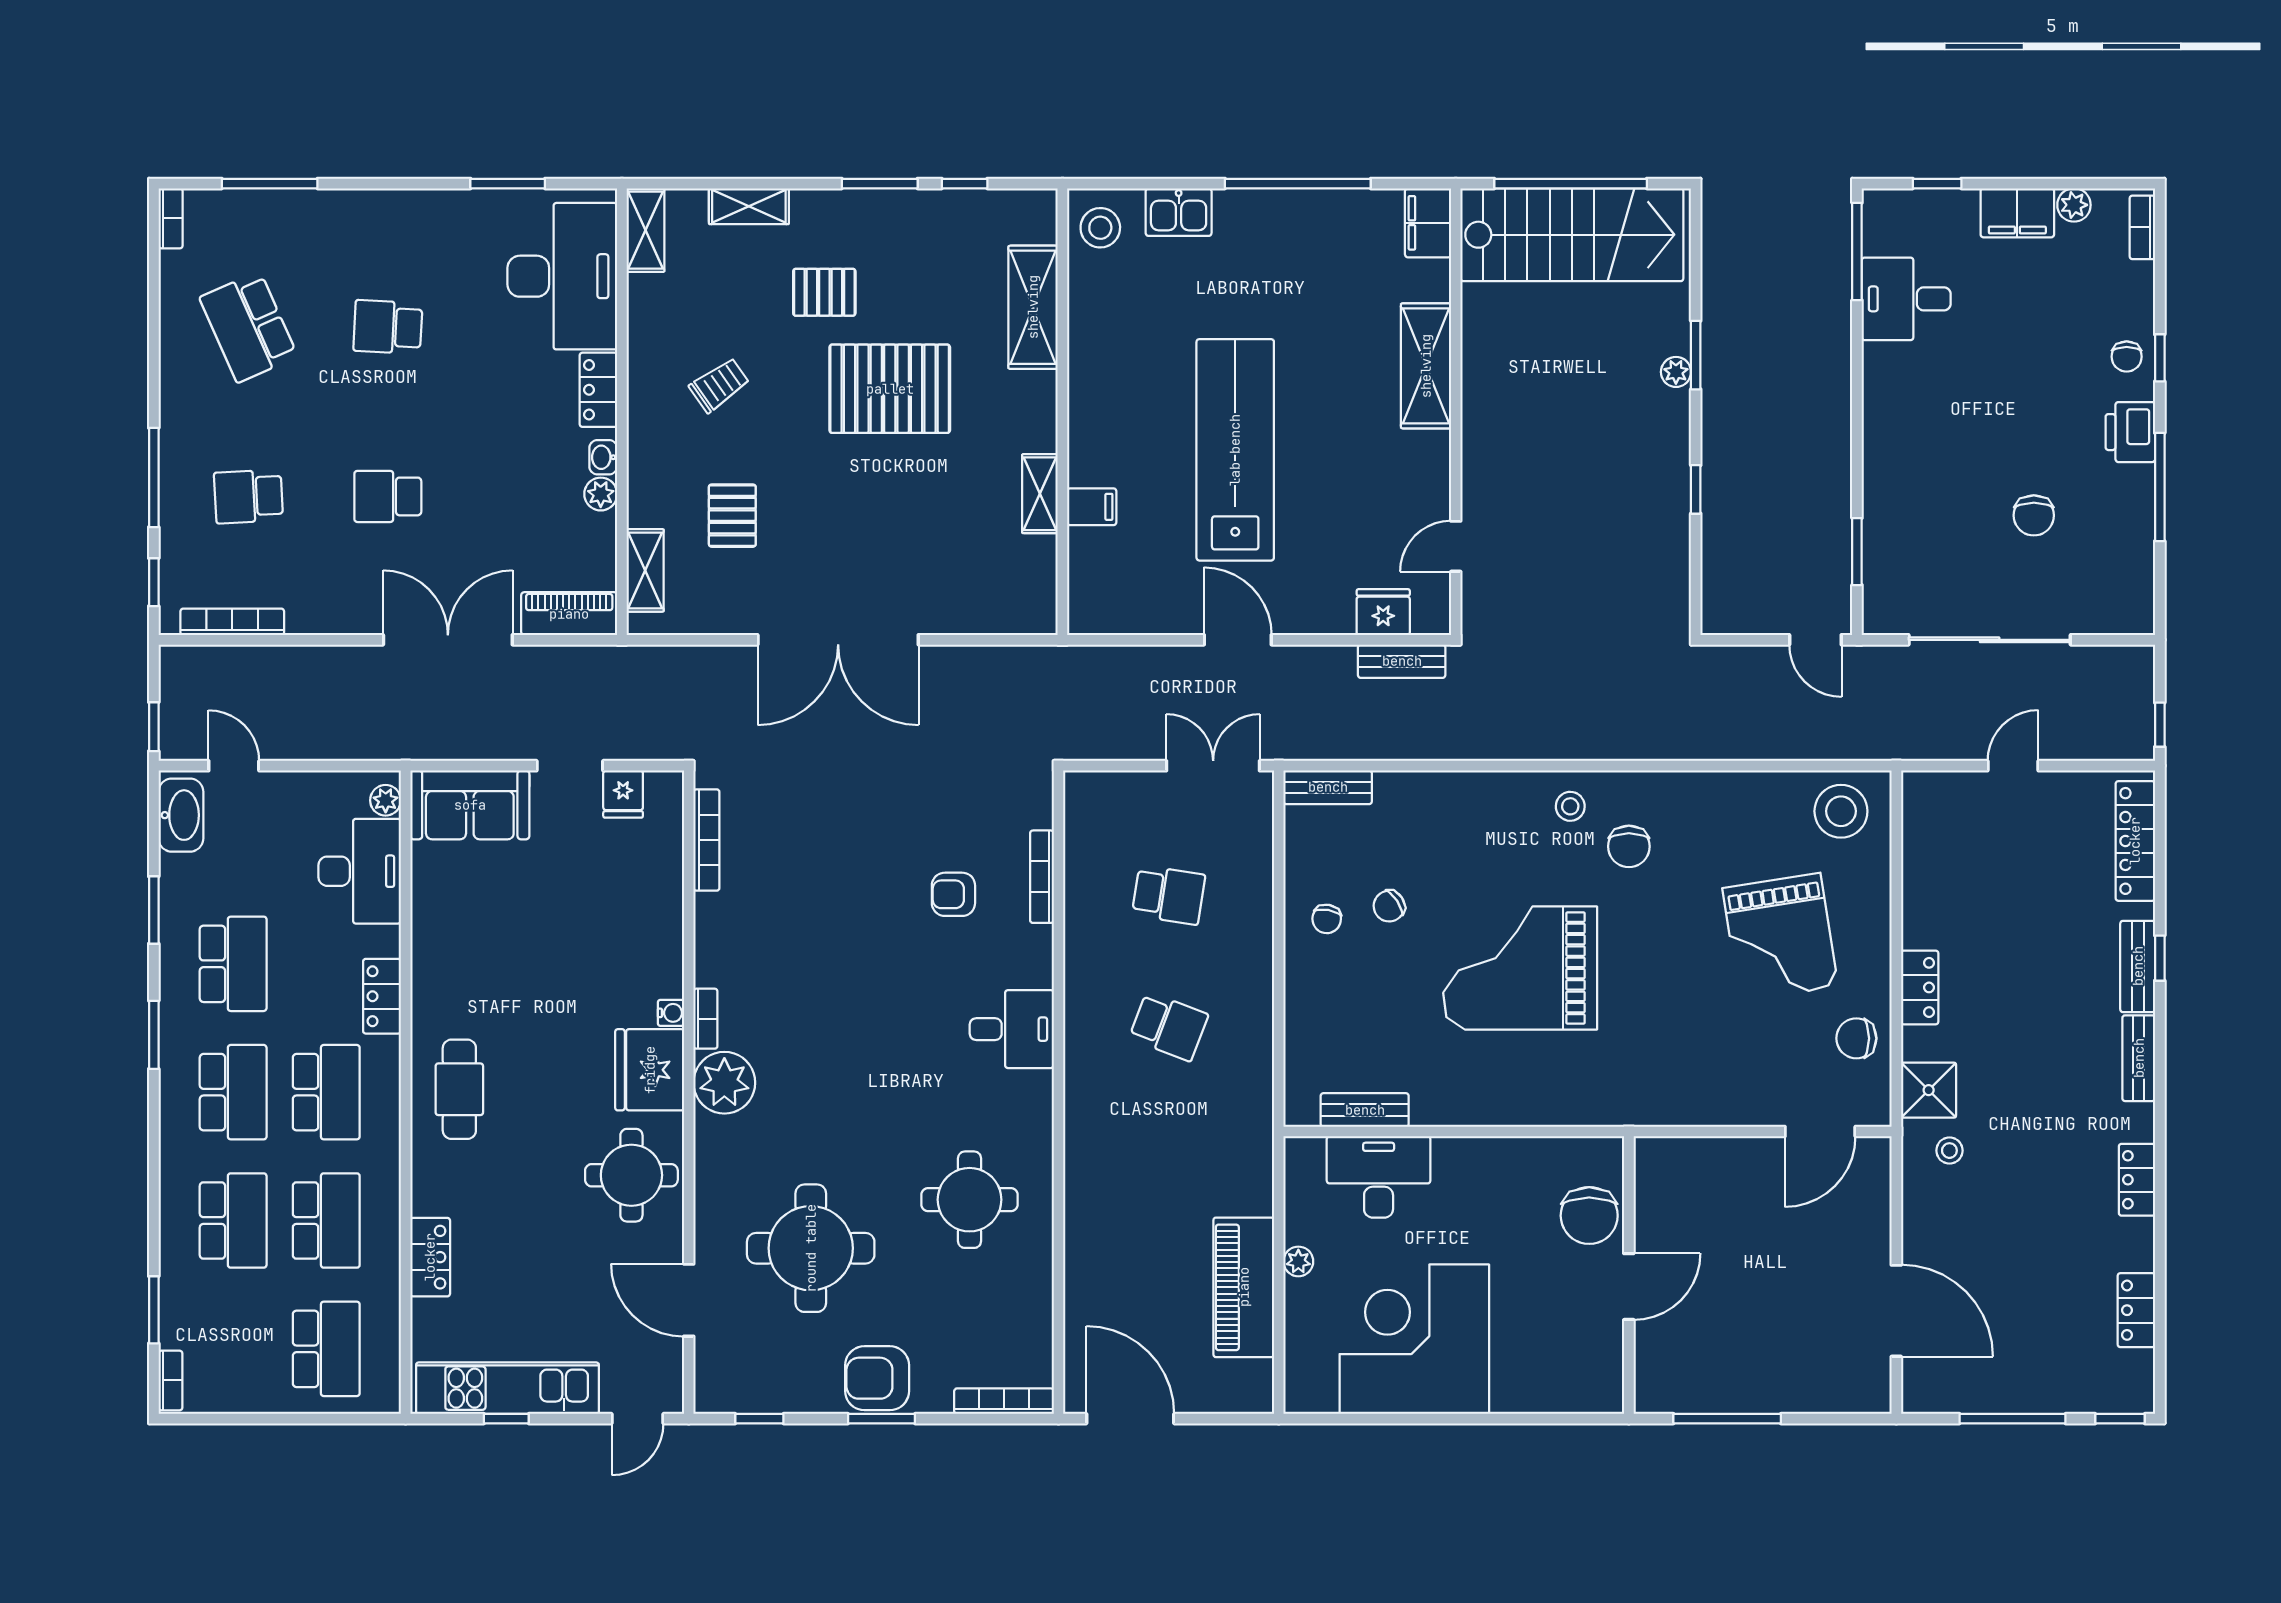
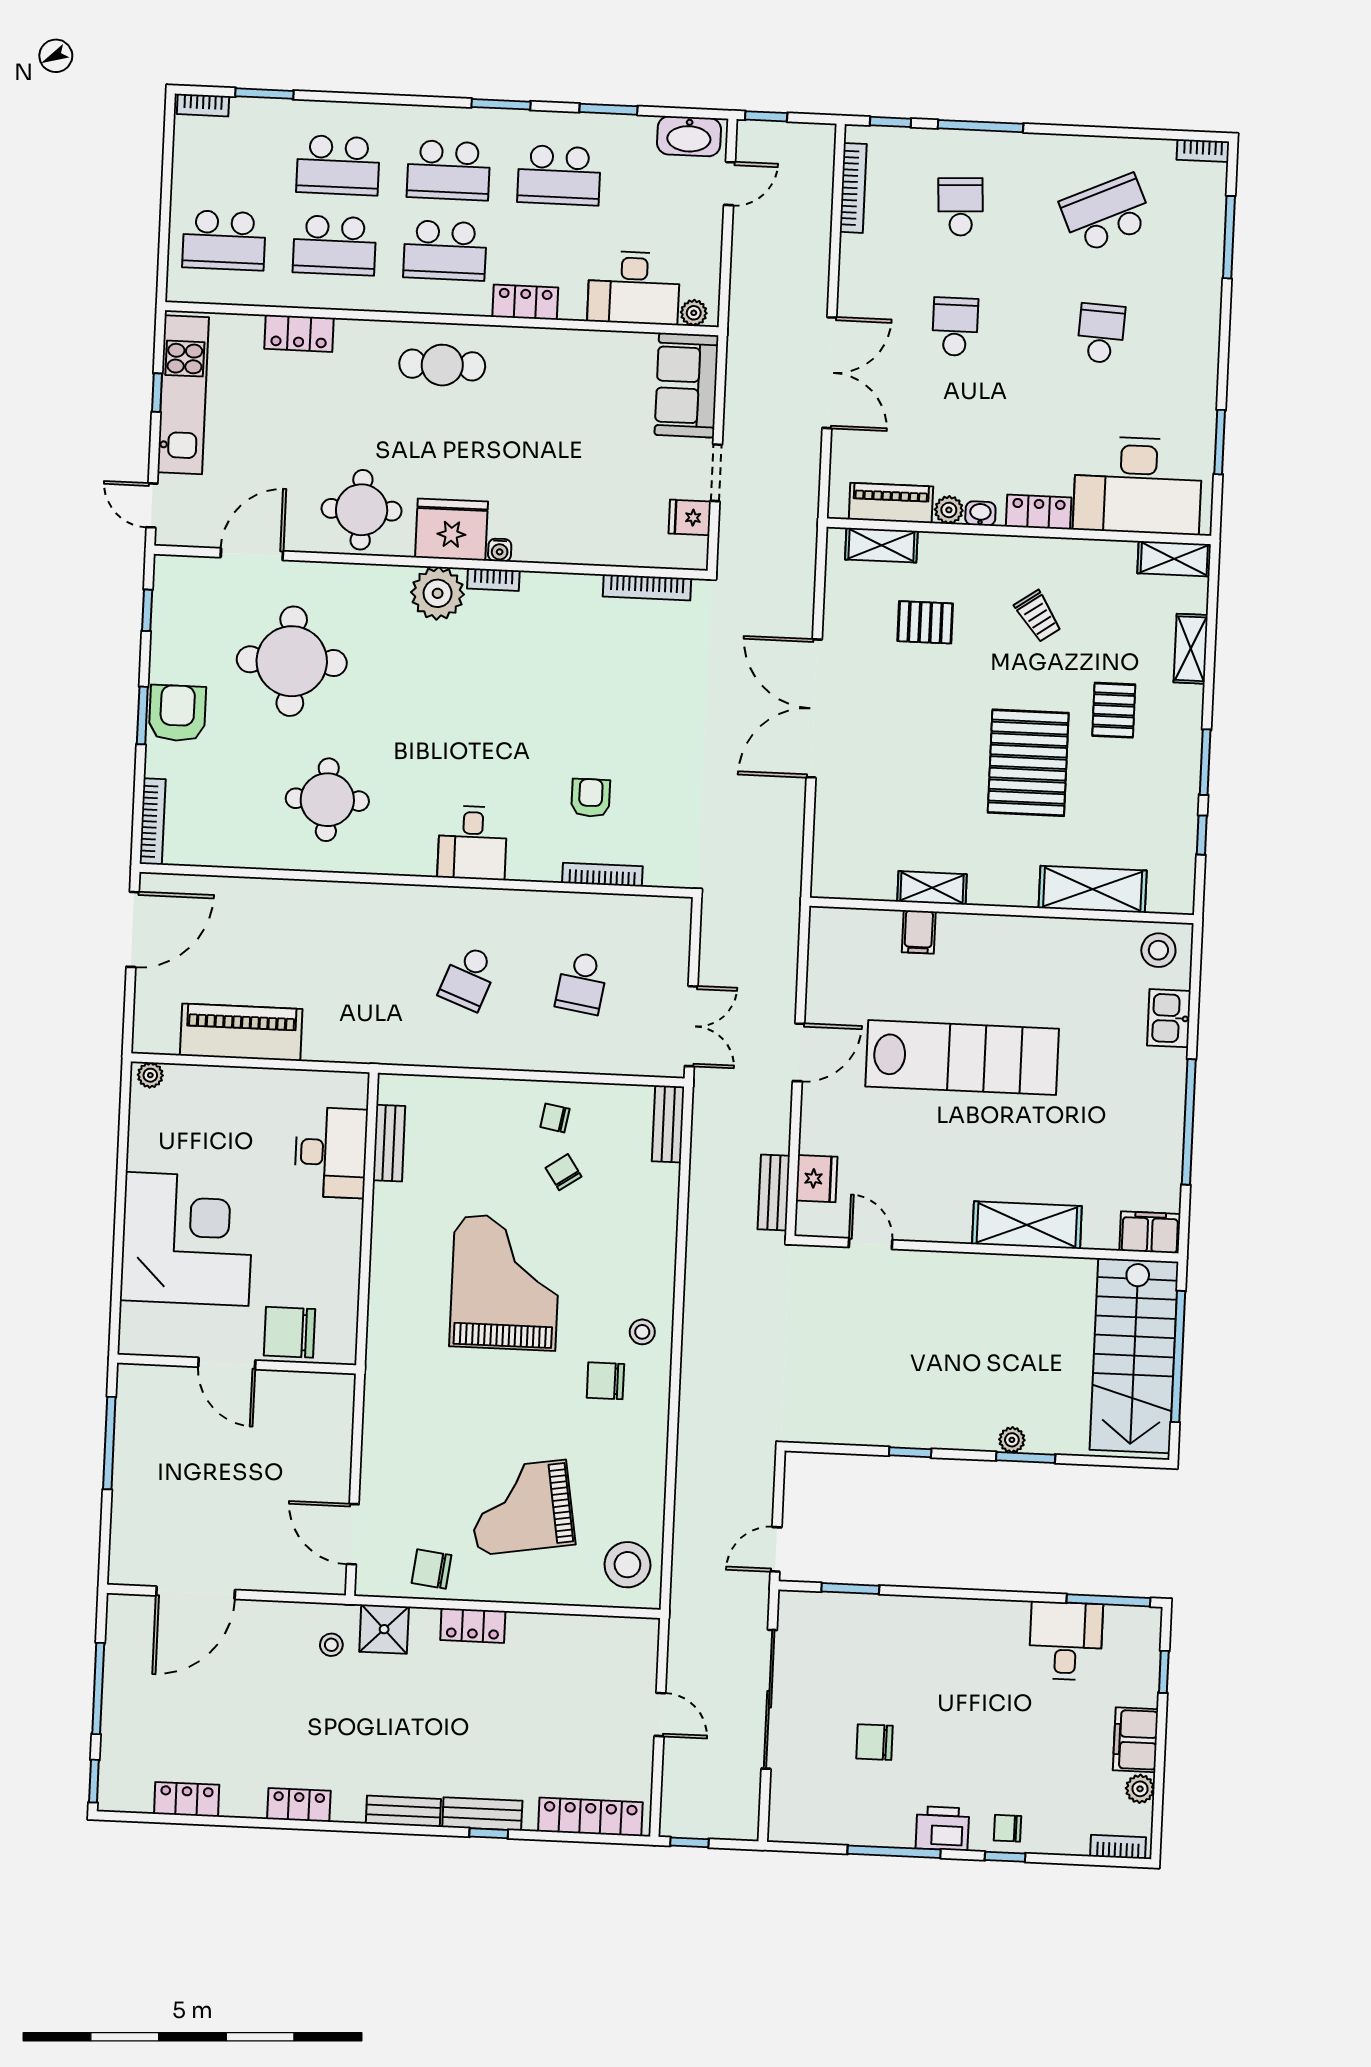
piano: (569, 614) -> (891, 503), moved, turned -90
chair: (1856, 1038) -> (432, 1569), turned -83
plant: (1298, 1261) -> (150, 1075), moved
corner desk: (1414, 1339) -> (187, 1239), moved

